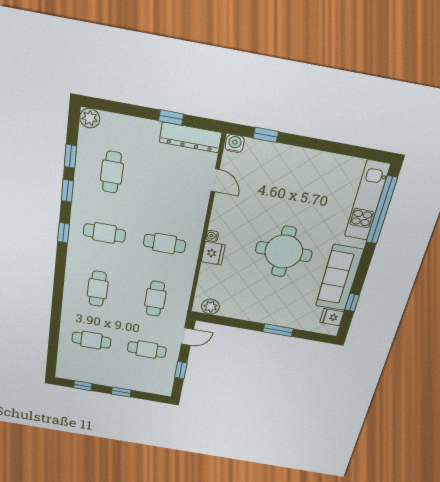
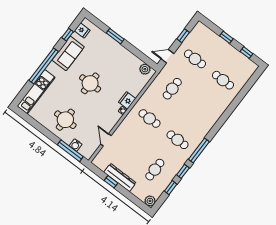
window: (266, 135) -> (70, 151), width x2.17
dresser: (191, 137) -> (120, 177), moved
water cooler: (235, 144) -> (76, 145), moved
round table: (298, 180) -> (65, 120), added
window: (382, 210) -> (44, 66), moved
window: (63, 233) -> (199, 151), width x2.17
round table: (284, 252) -> (90, 83), width x0.73, depth x0.73
sofa: (339, 278) -> (68, 53), width x0.73
cafe table: (98, 289) -> (200, 110), removed

